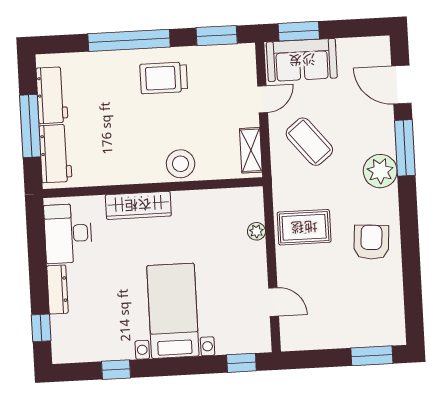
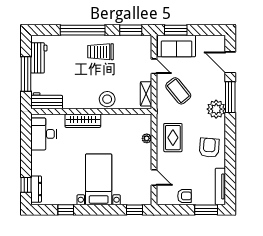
door: (263, 99) -> (154, 66), hinge flipped
workbench: (55, 154) -> (47, 101), moved, turned -90
rug: (304, 227) -> (173, 138), turned 90
dresser: (57, 289) -> (36, 189), moved
tv unit: (396, 312) -> (220, 186), added
armchair: (331, 333) -> (184, 196), added

